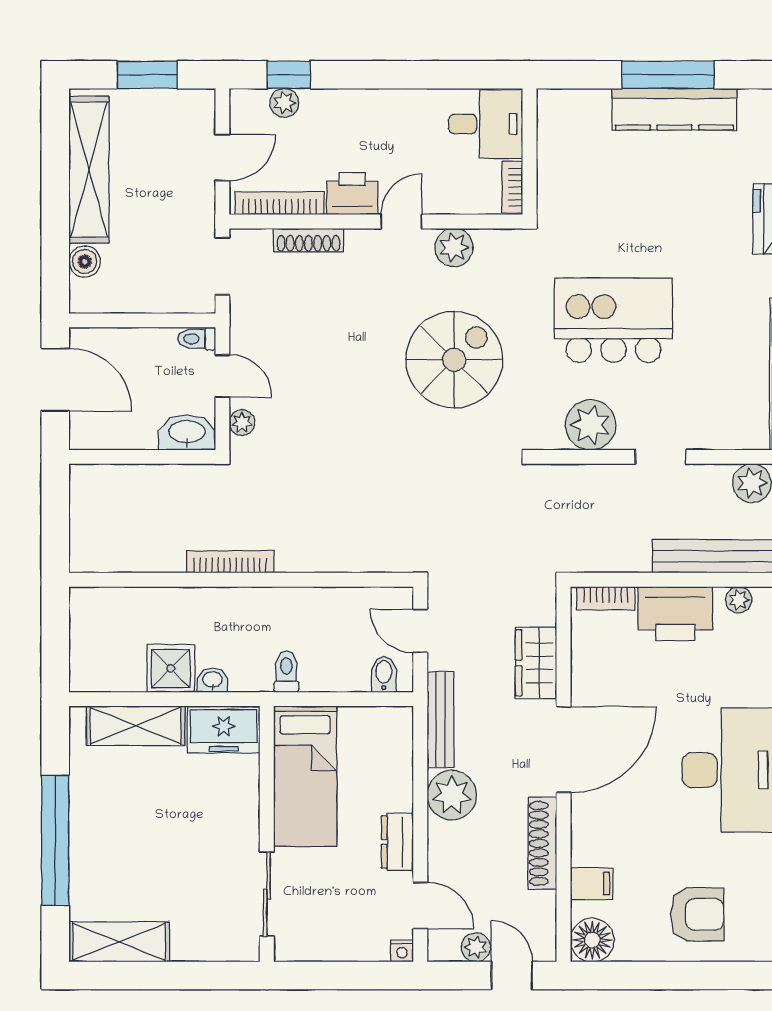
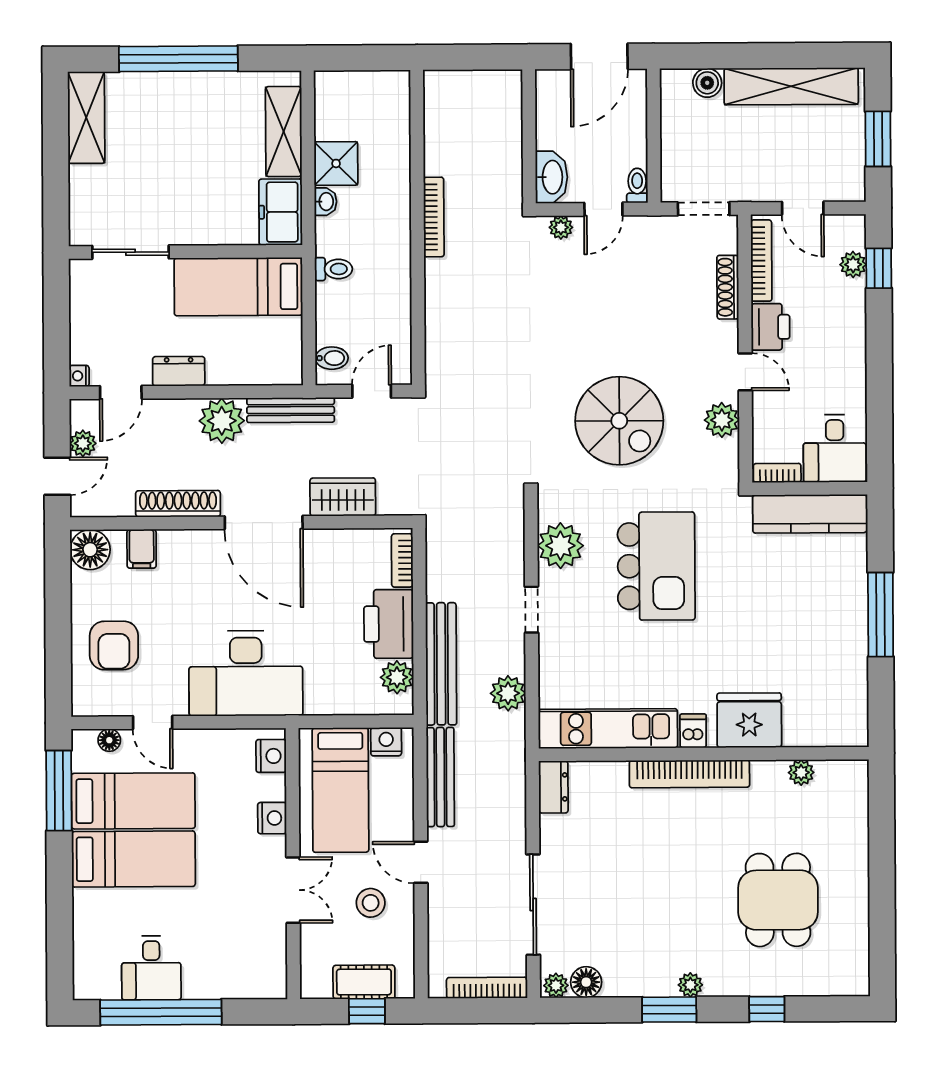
kitchen counter: (674, 109) -> (810, 514), moved, turned -90
plant: (739, 600) -> (397, 677), width x1.38, depth x1.38

